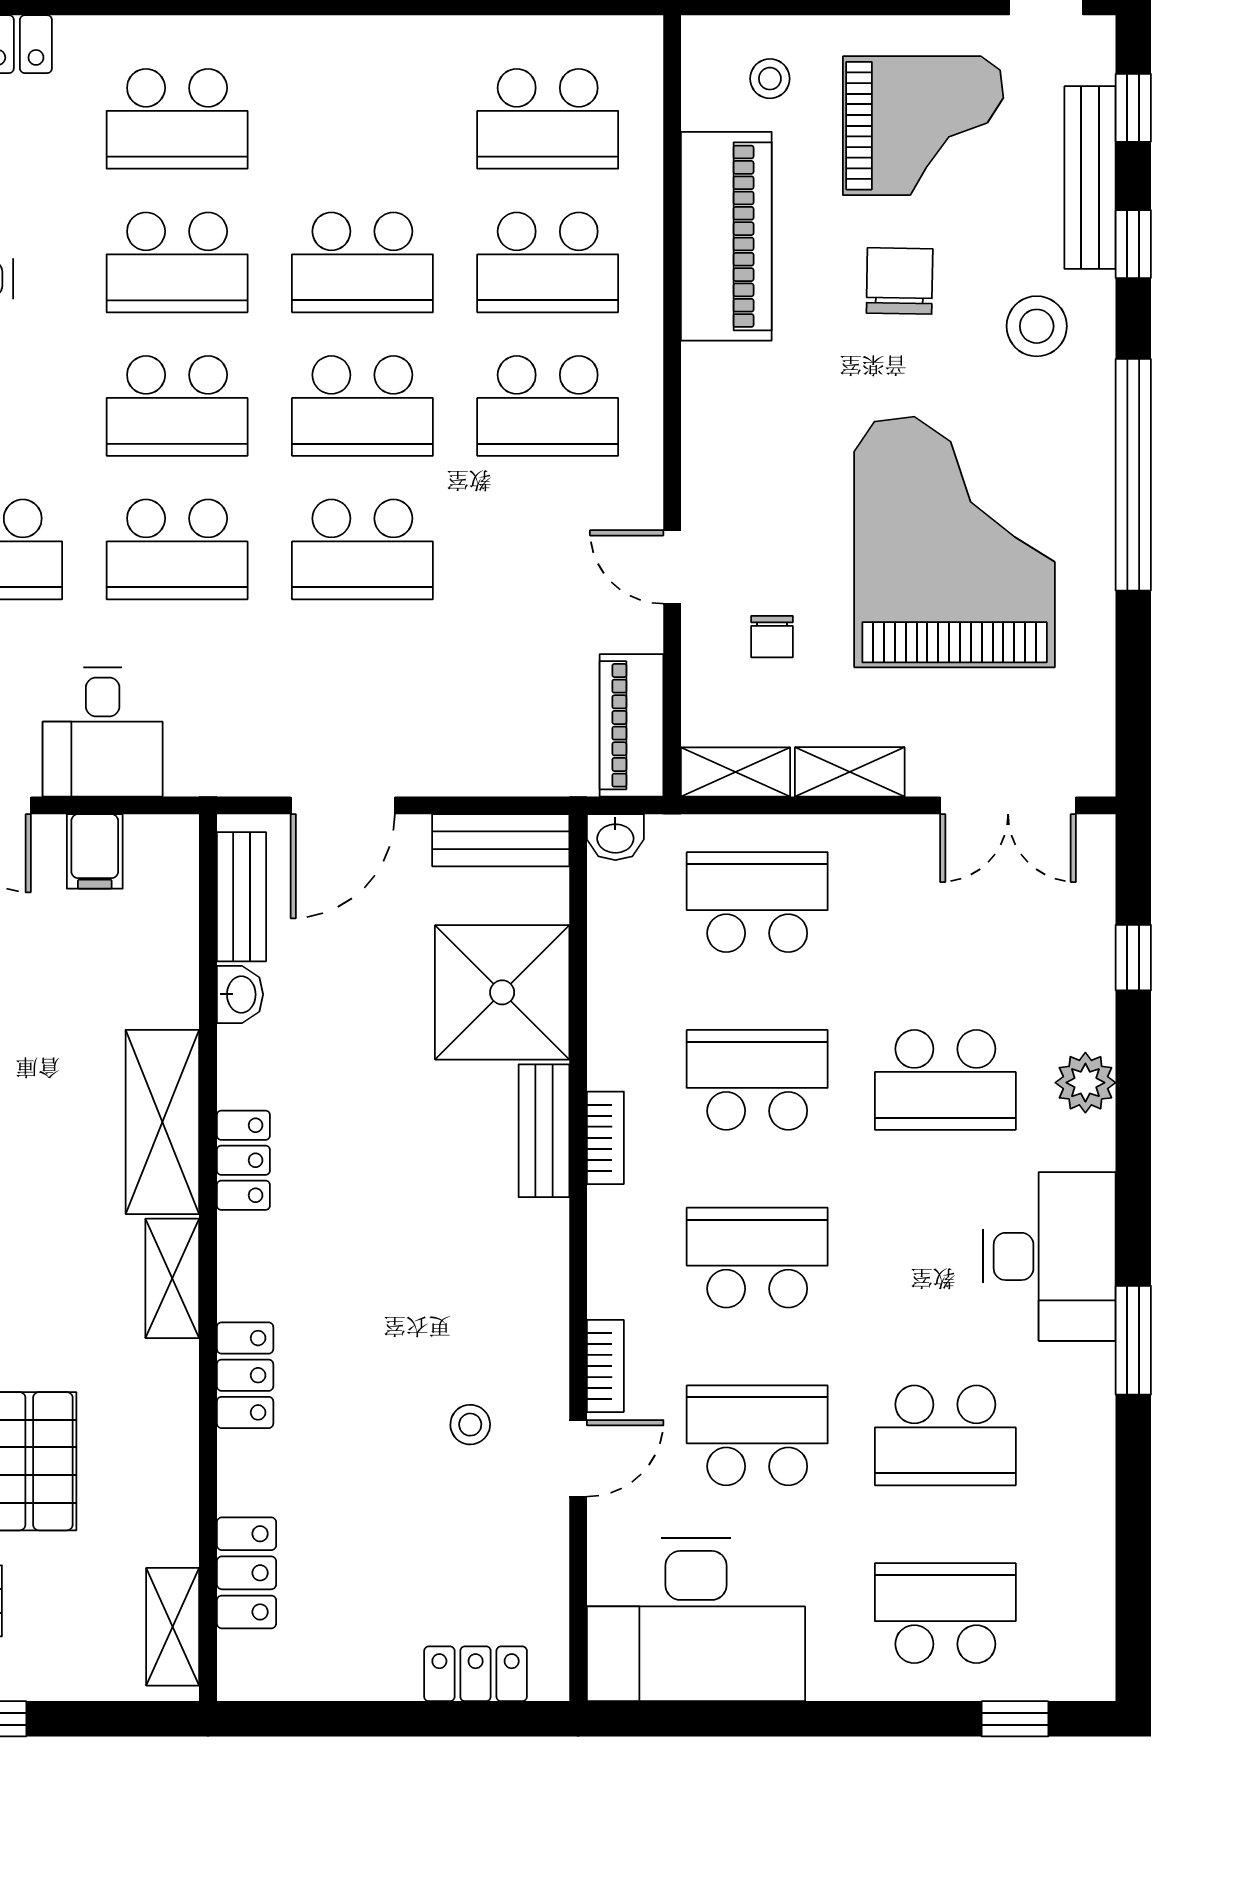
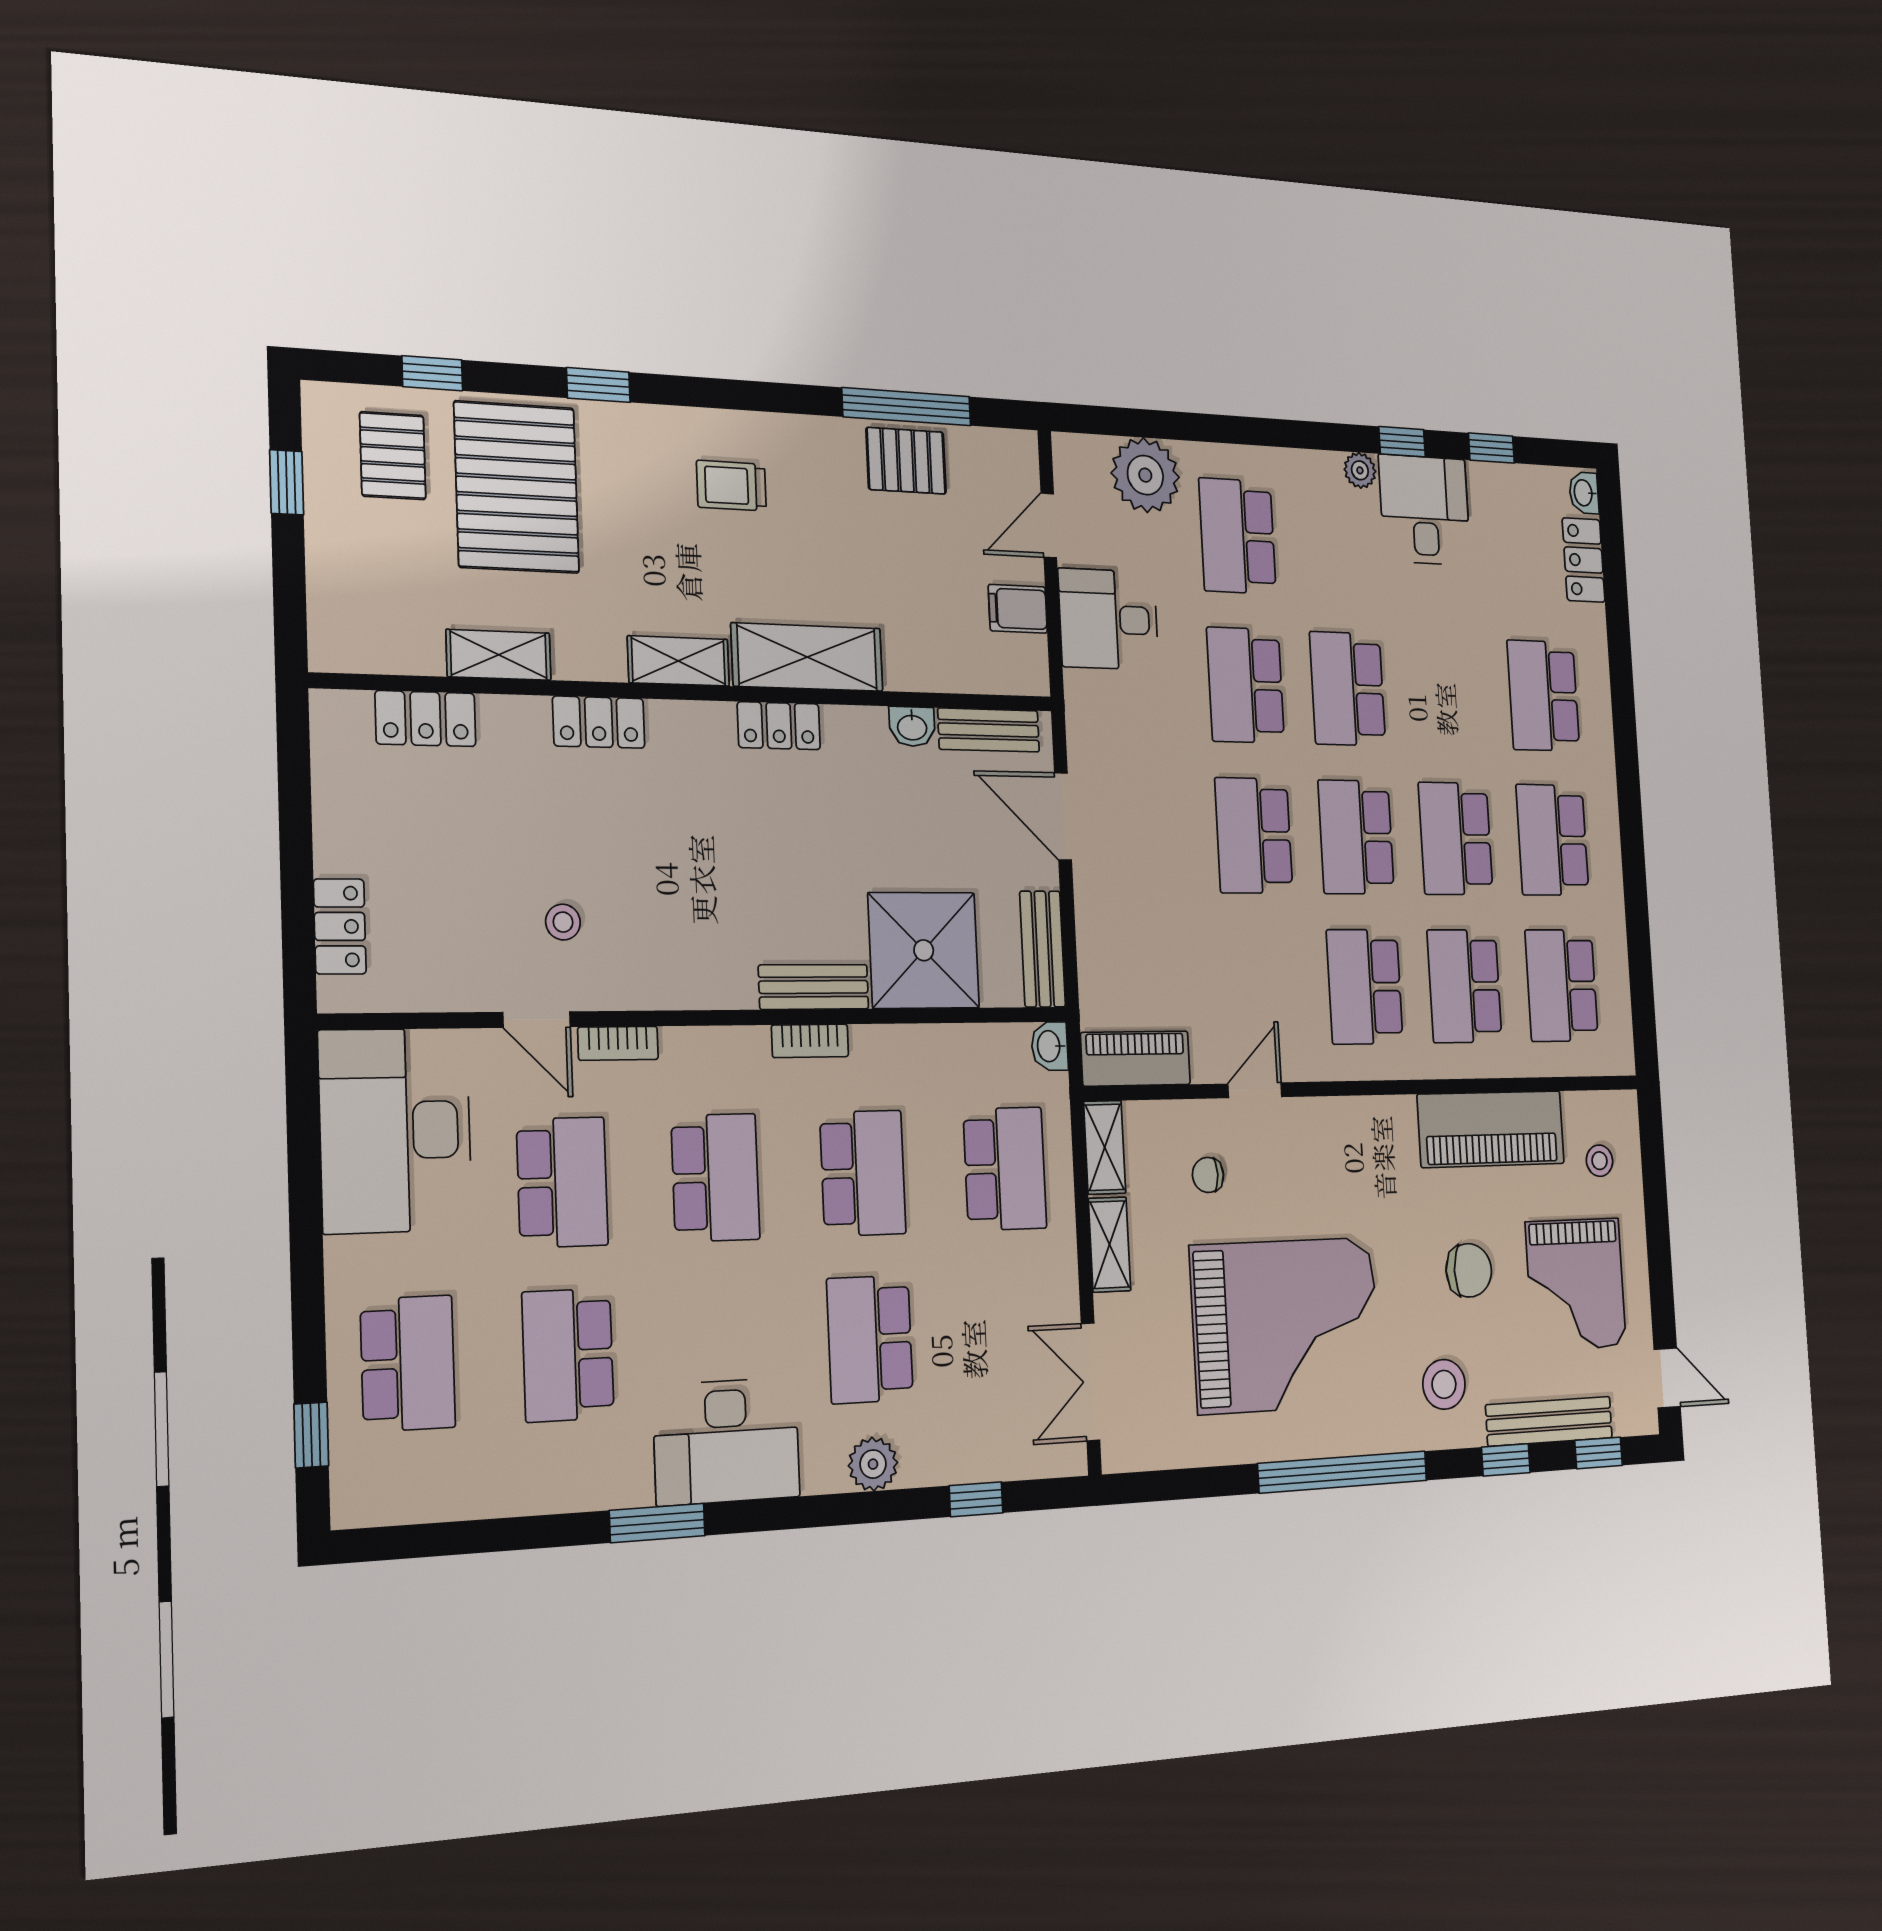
school desk: (177, 262) -> (1552, 840), moved
shelving: (173, 1627) -> (499, 655), moved

